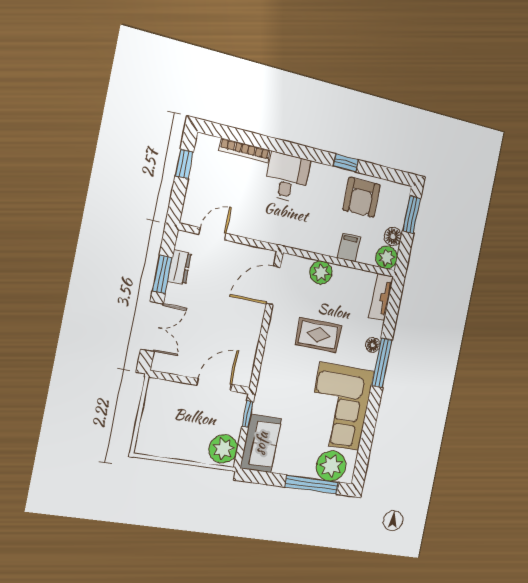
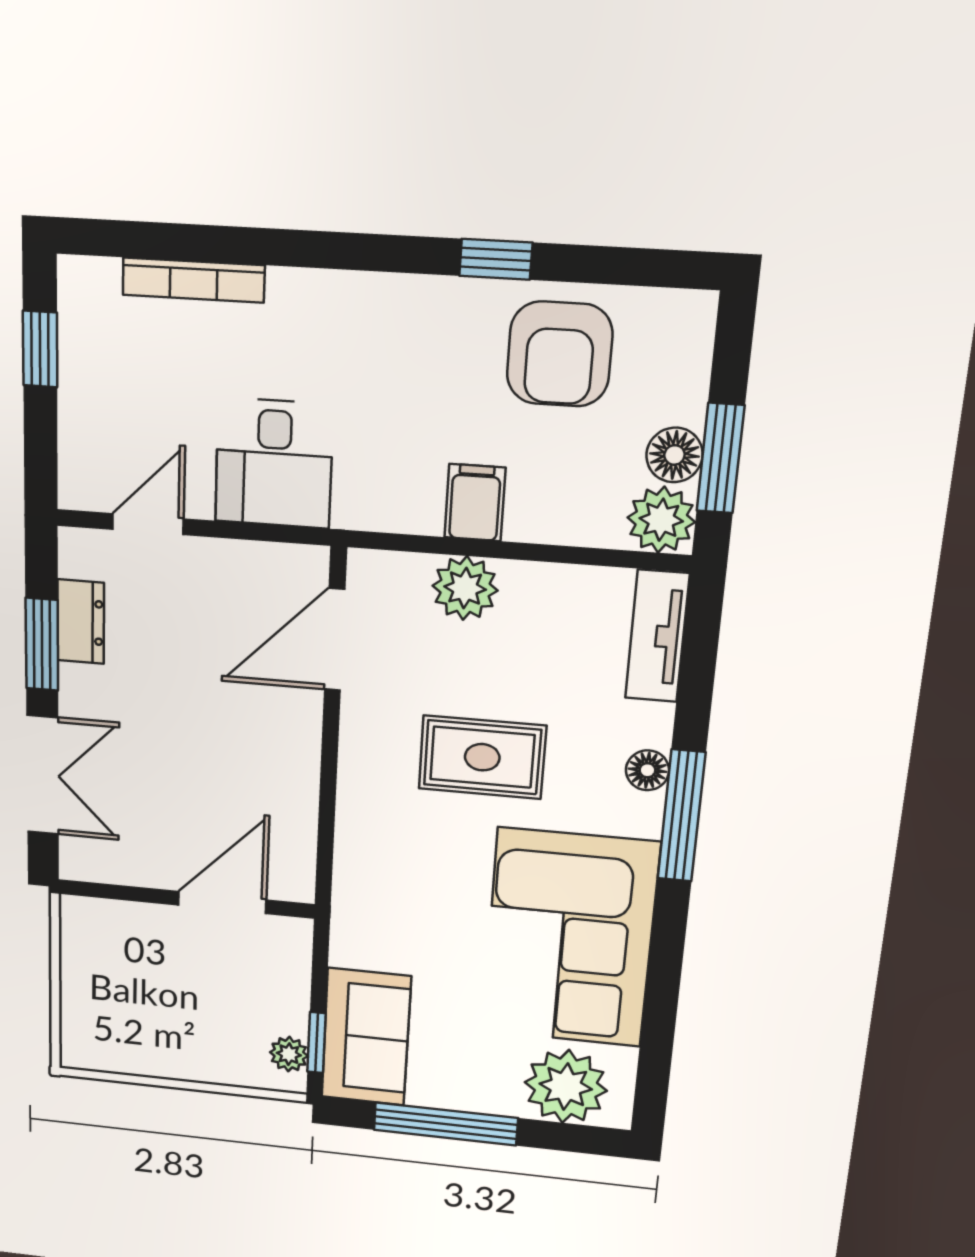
desk: (287, 177) -> (274, 463), moved, turned 180
window: (412, 215) -> (720, 458), moved
filing cabinet: (349, 248) -> (475, 503), moved
window: (248, 414) -> (316, 1043), moved
plant: (223, 449) -> (289, 1054), width x0.53, depth x0.53
window: (312, 485) -> (446, 1124), moved

